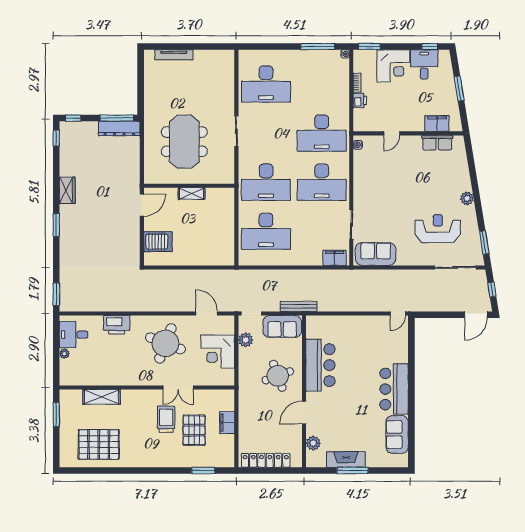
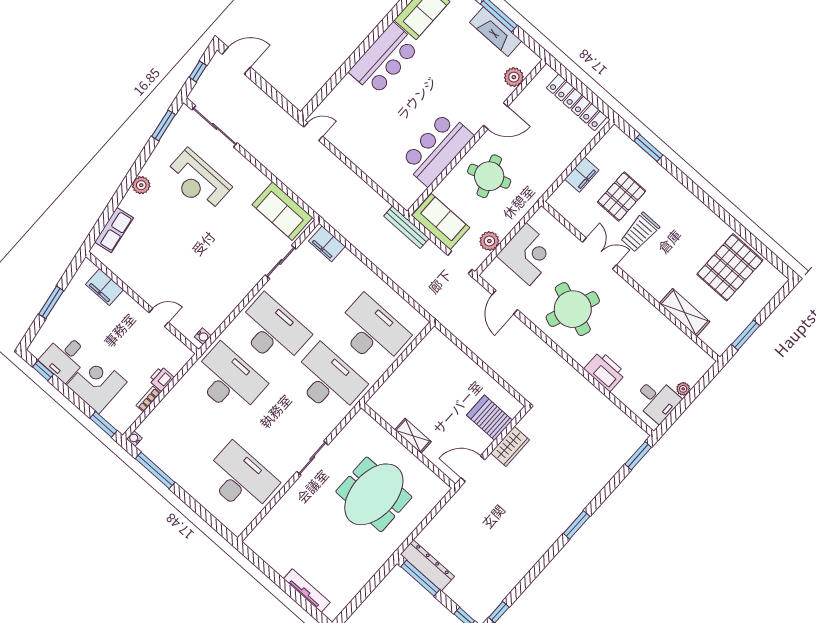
row of seats: (437, 143) -> (114, 230), moved, turned 81
wardrobe: (67, 190) -> (510, 446), moved, turned 180
pallet: (99, 444) -> (730, 267), turned 90

